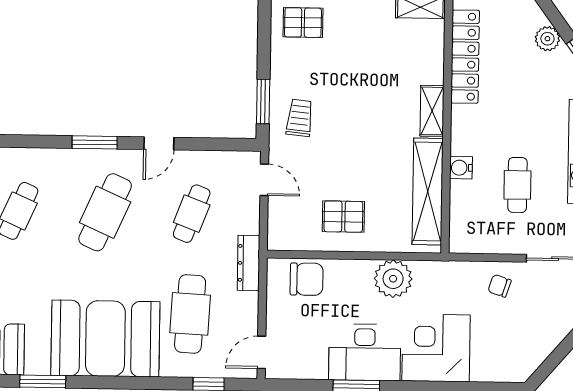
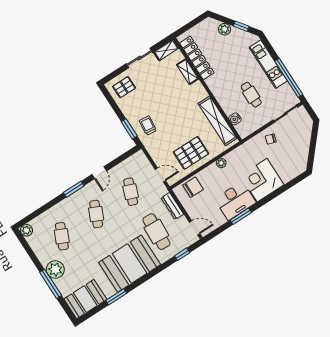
shelving: (432, 111) -> (188, 72), moved
water cooler: (461, 168) -> (235, 119), moved
door: (264, 180) -> (160, 175), moved
cafe table: (105, 212) -> (96, 214), width x0.73, depth x0.74
pallet: (343, 217) -> (191, 153), width x1.50, depth x1.42
dresser: (249, 263) -> (172, 206), moved
plant: (393, 279) -> (221, 163), width x0.53, depth x0.53
door: (262, 352) -> (195, 228), swing flipped

